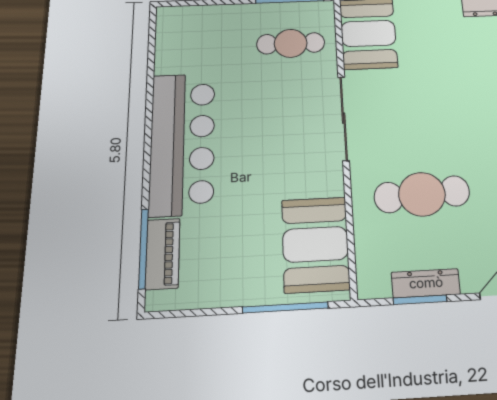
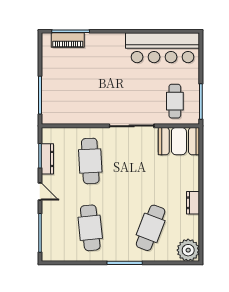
bar counter: (182, 143) -> (163, 48), moved
booth: (315, 244) -> (68, 110), removed

